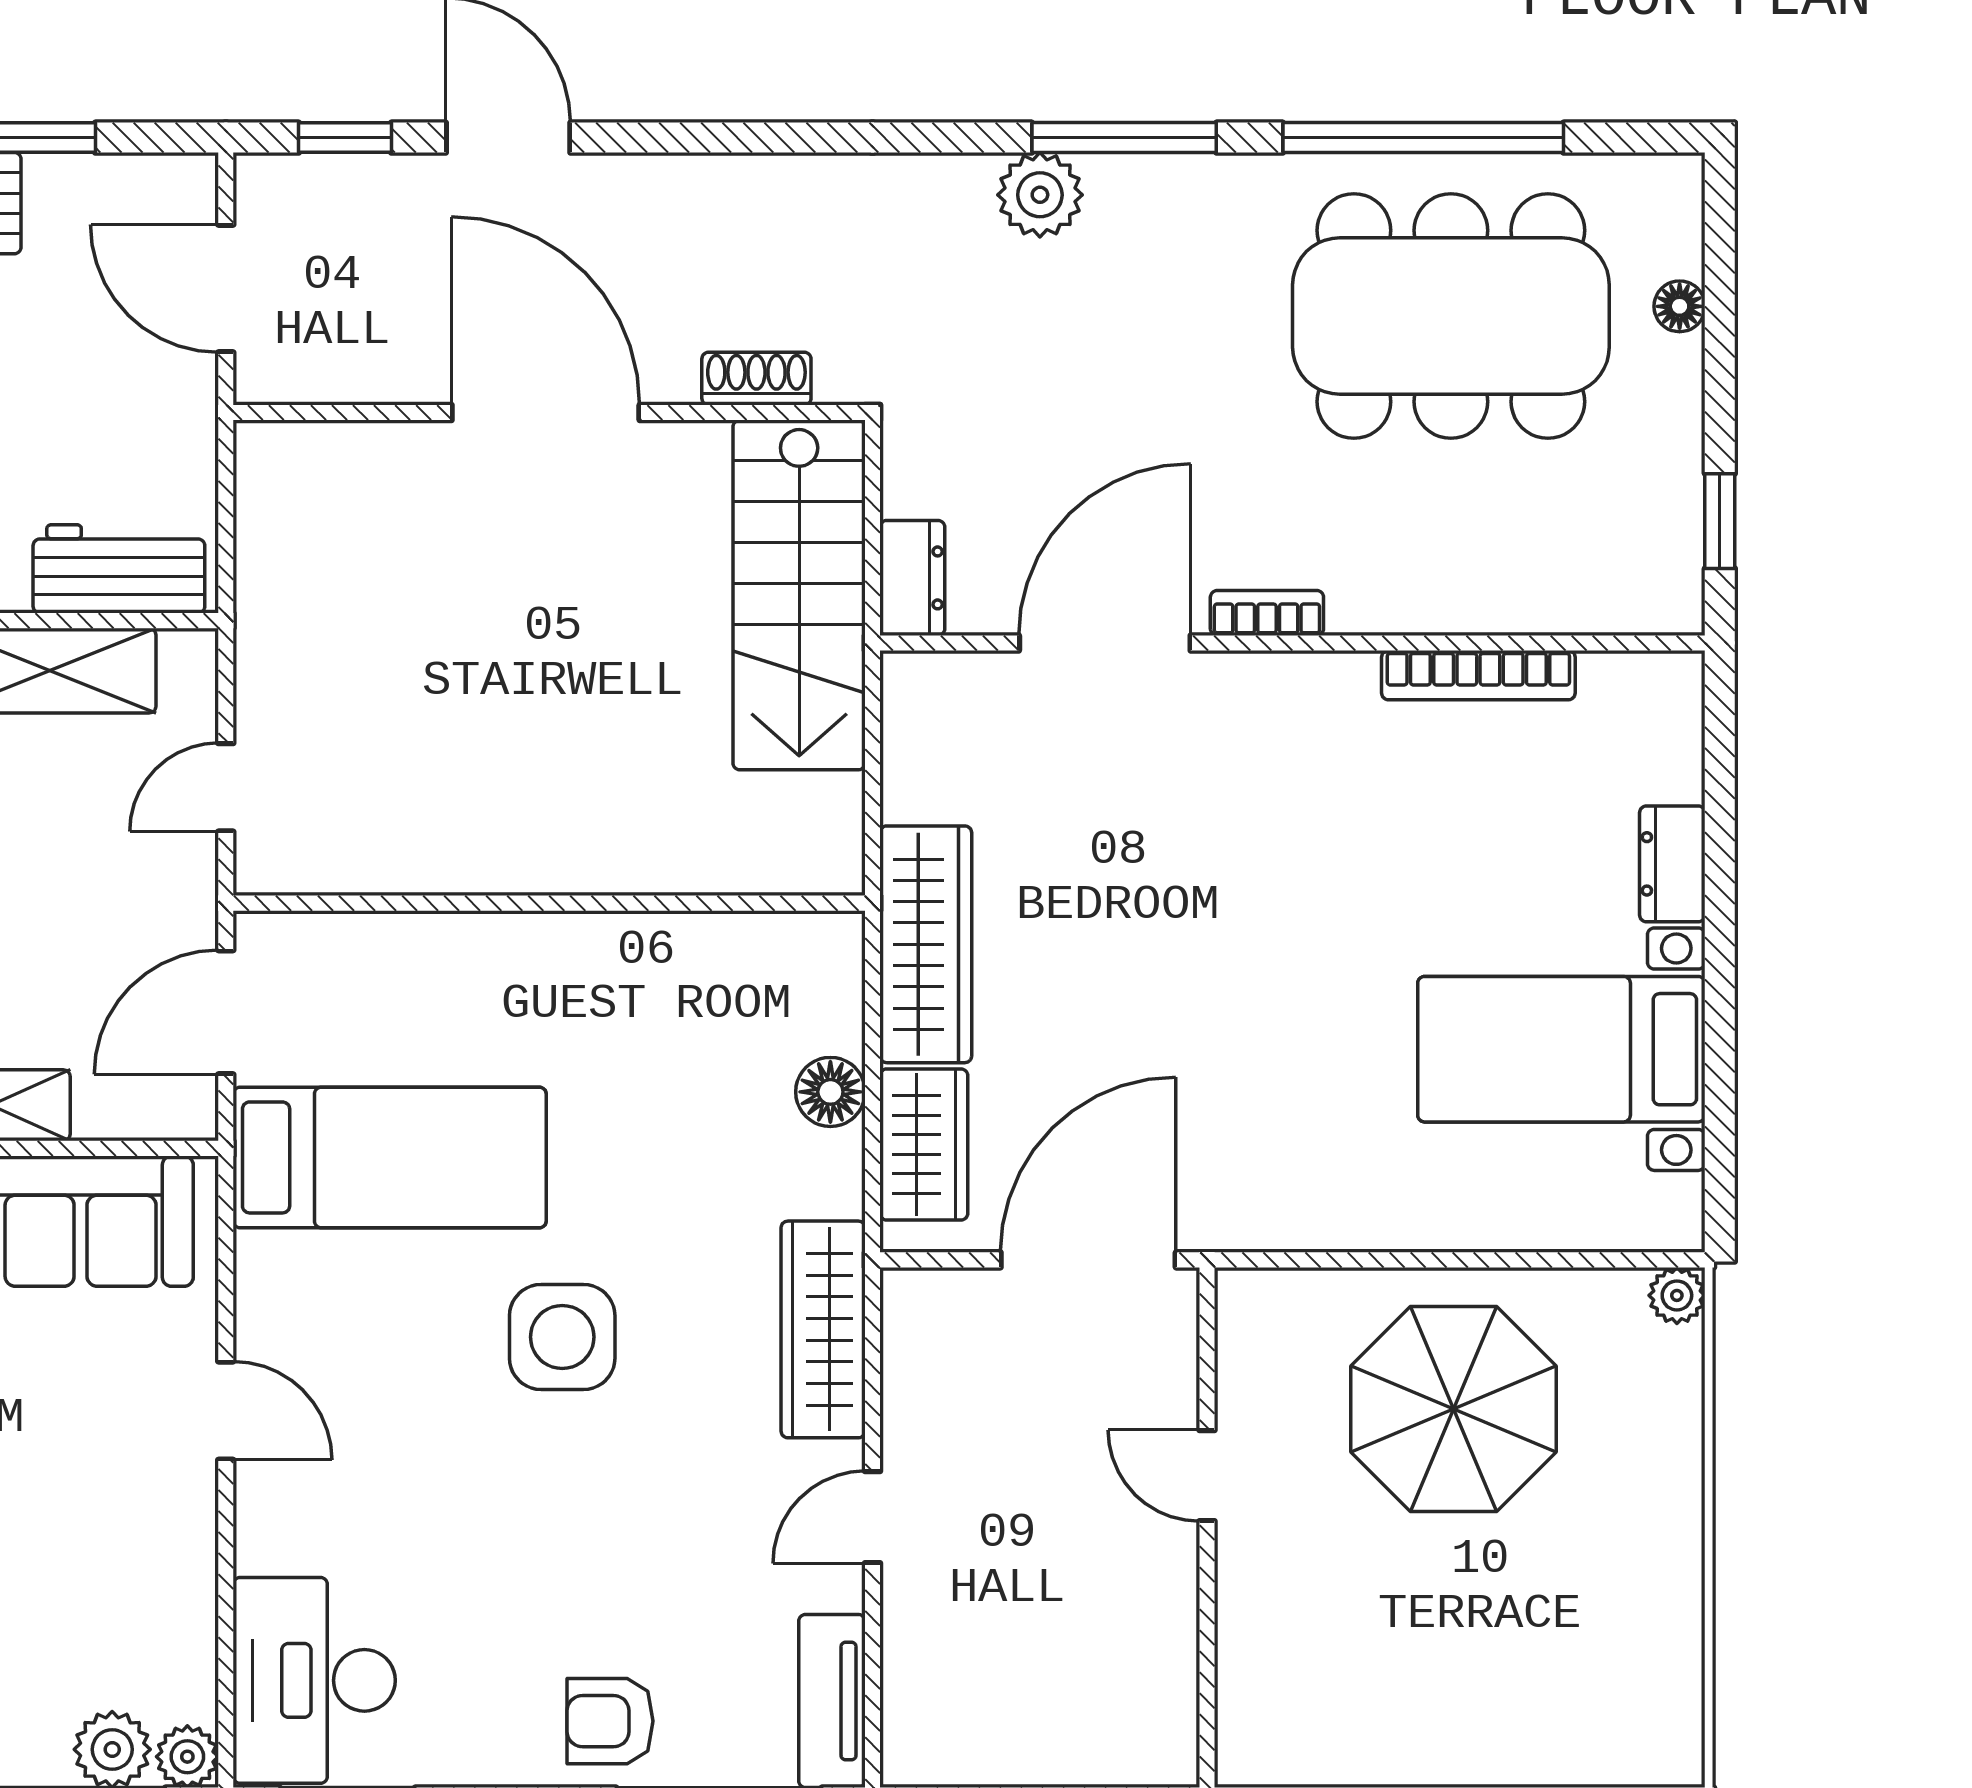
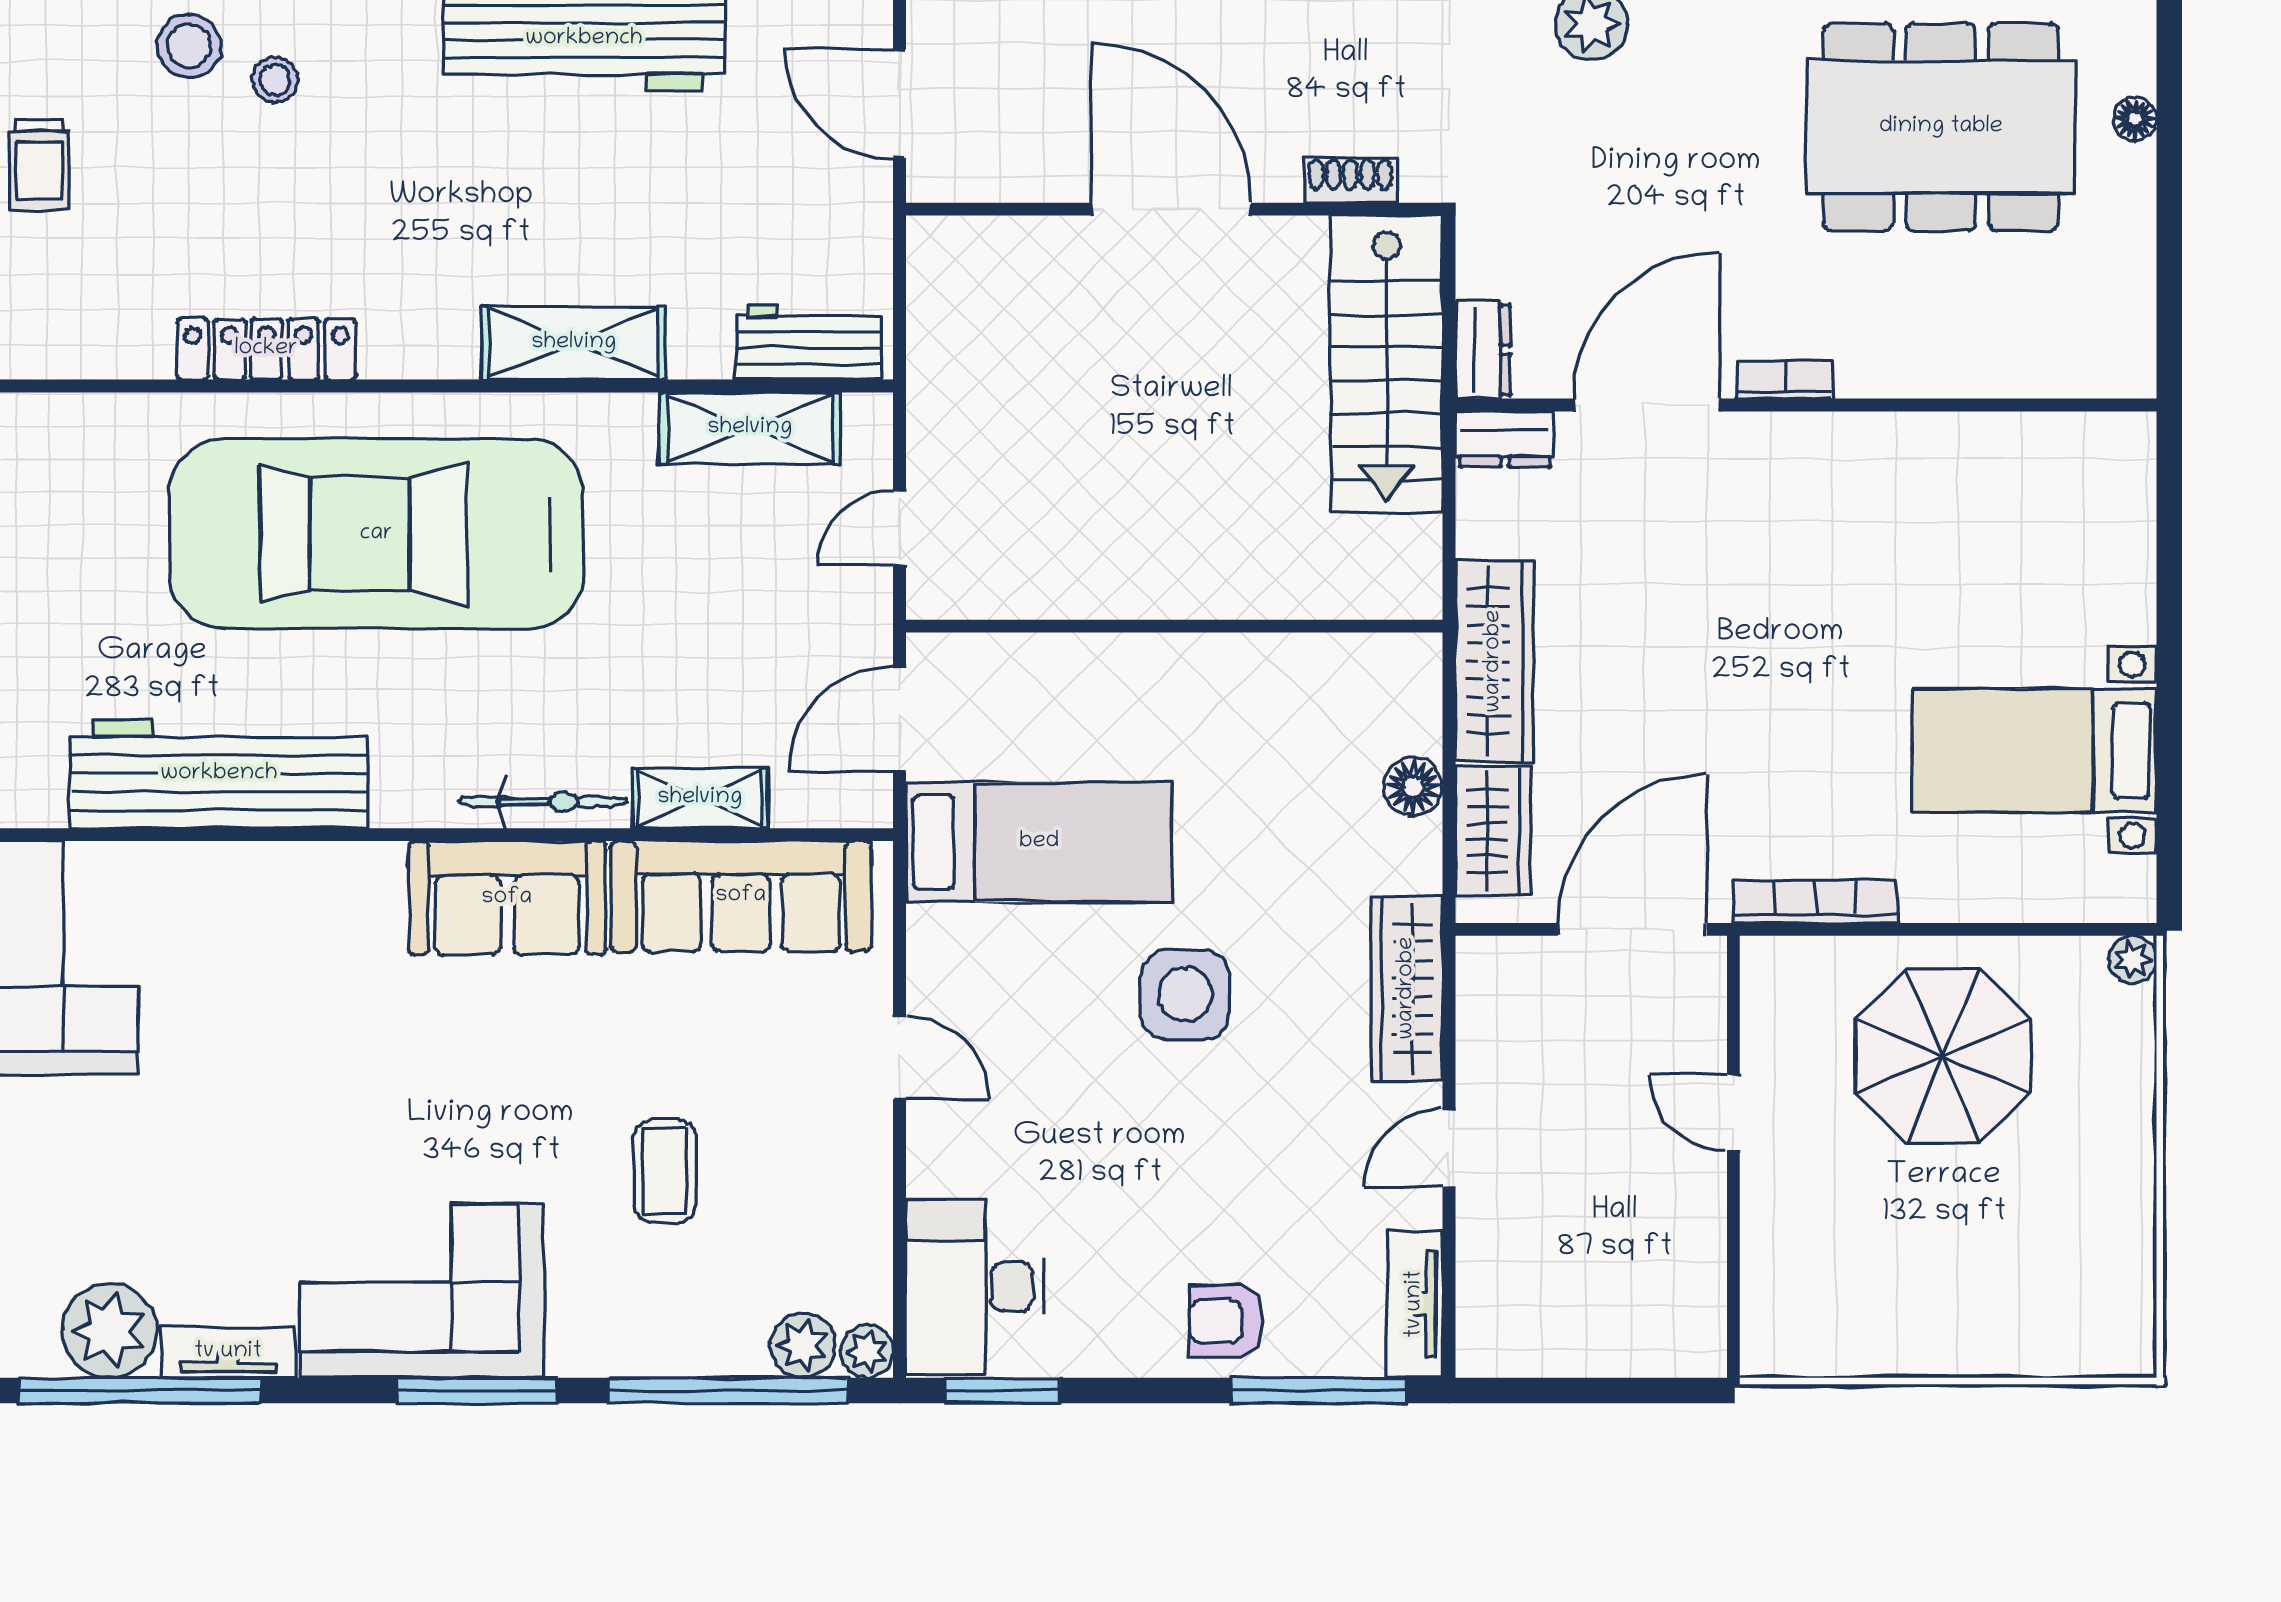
window: (1720, 521) -> (2169, 301), removed
bookcase: (1478, 675) -> (1815, 902), moved, turned 180
dresser: (1672, 864) -> (1505, 439), moved, turned -90

